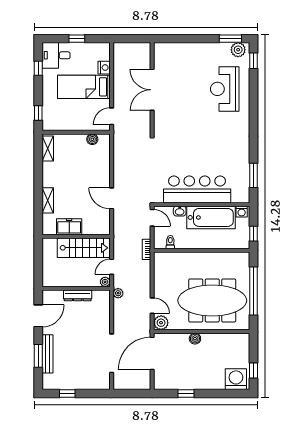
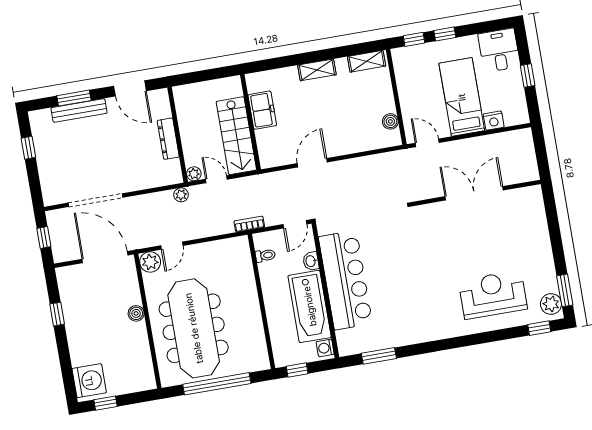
window: (38, 68) -> (445, 34), moved
shelving: (48, 200) -> (317, 70), moved
window: (131, 393) -> (44, 237), added

